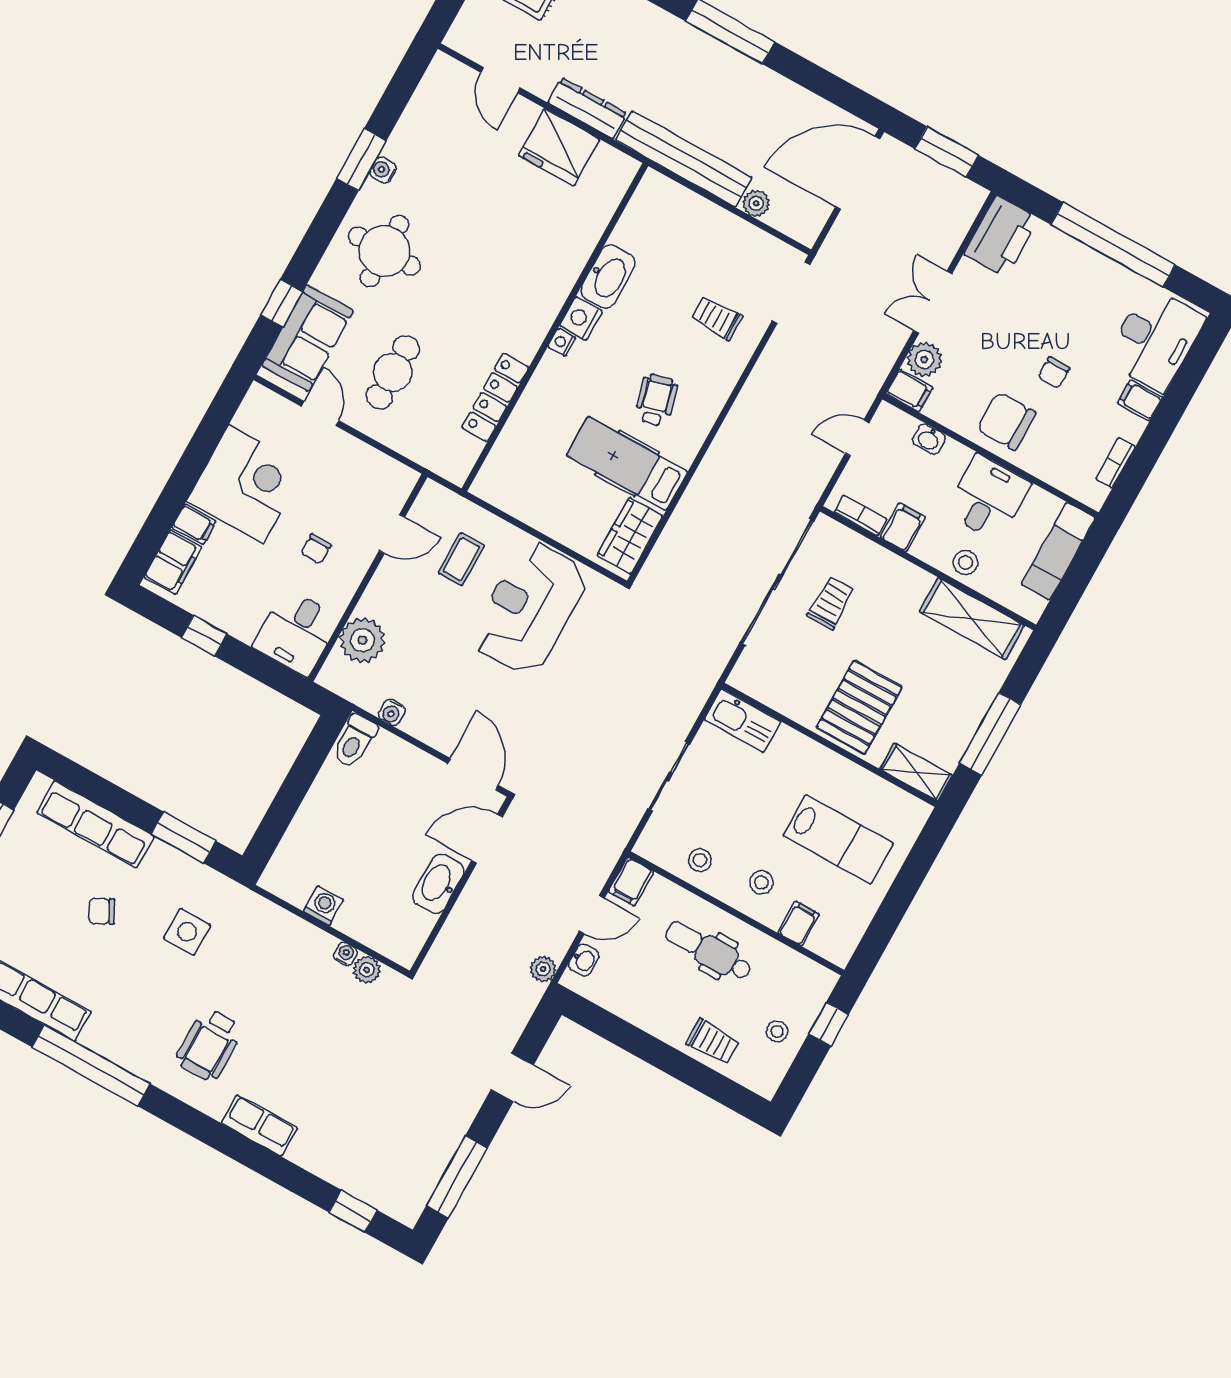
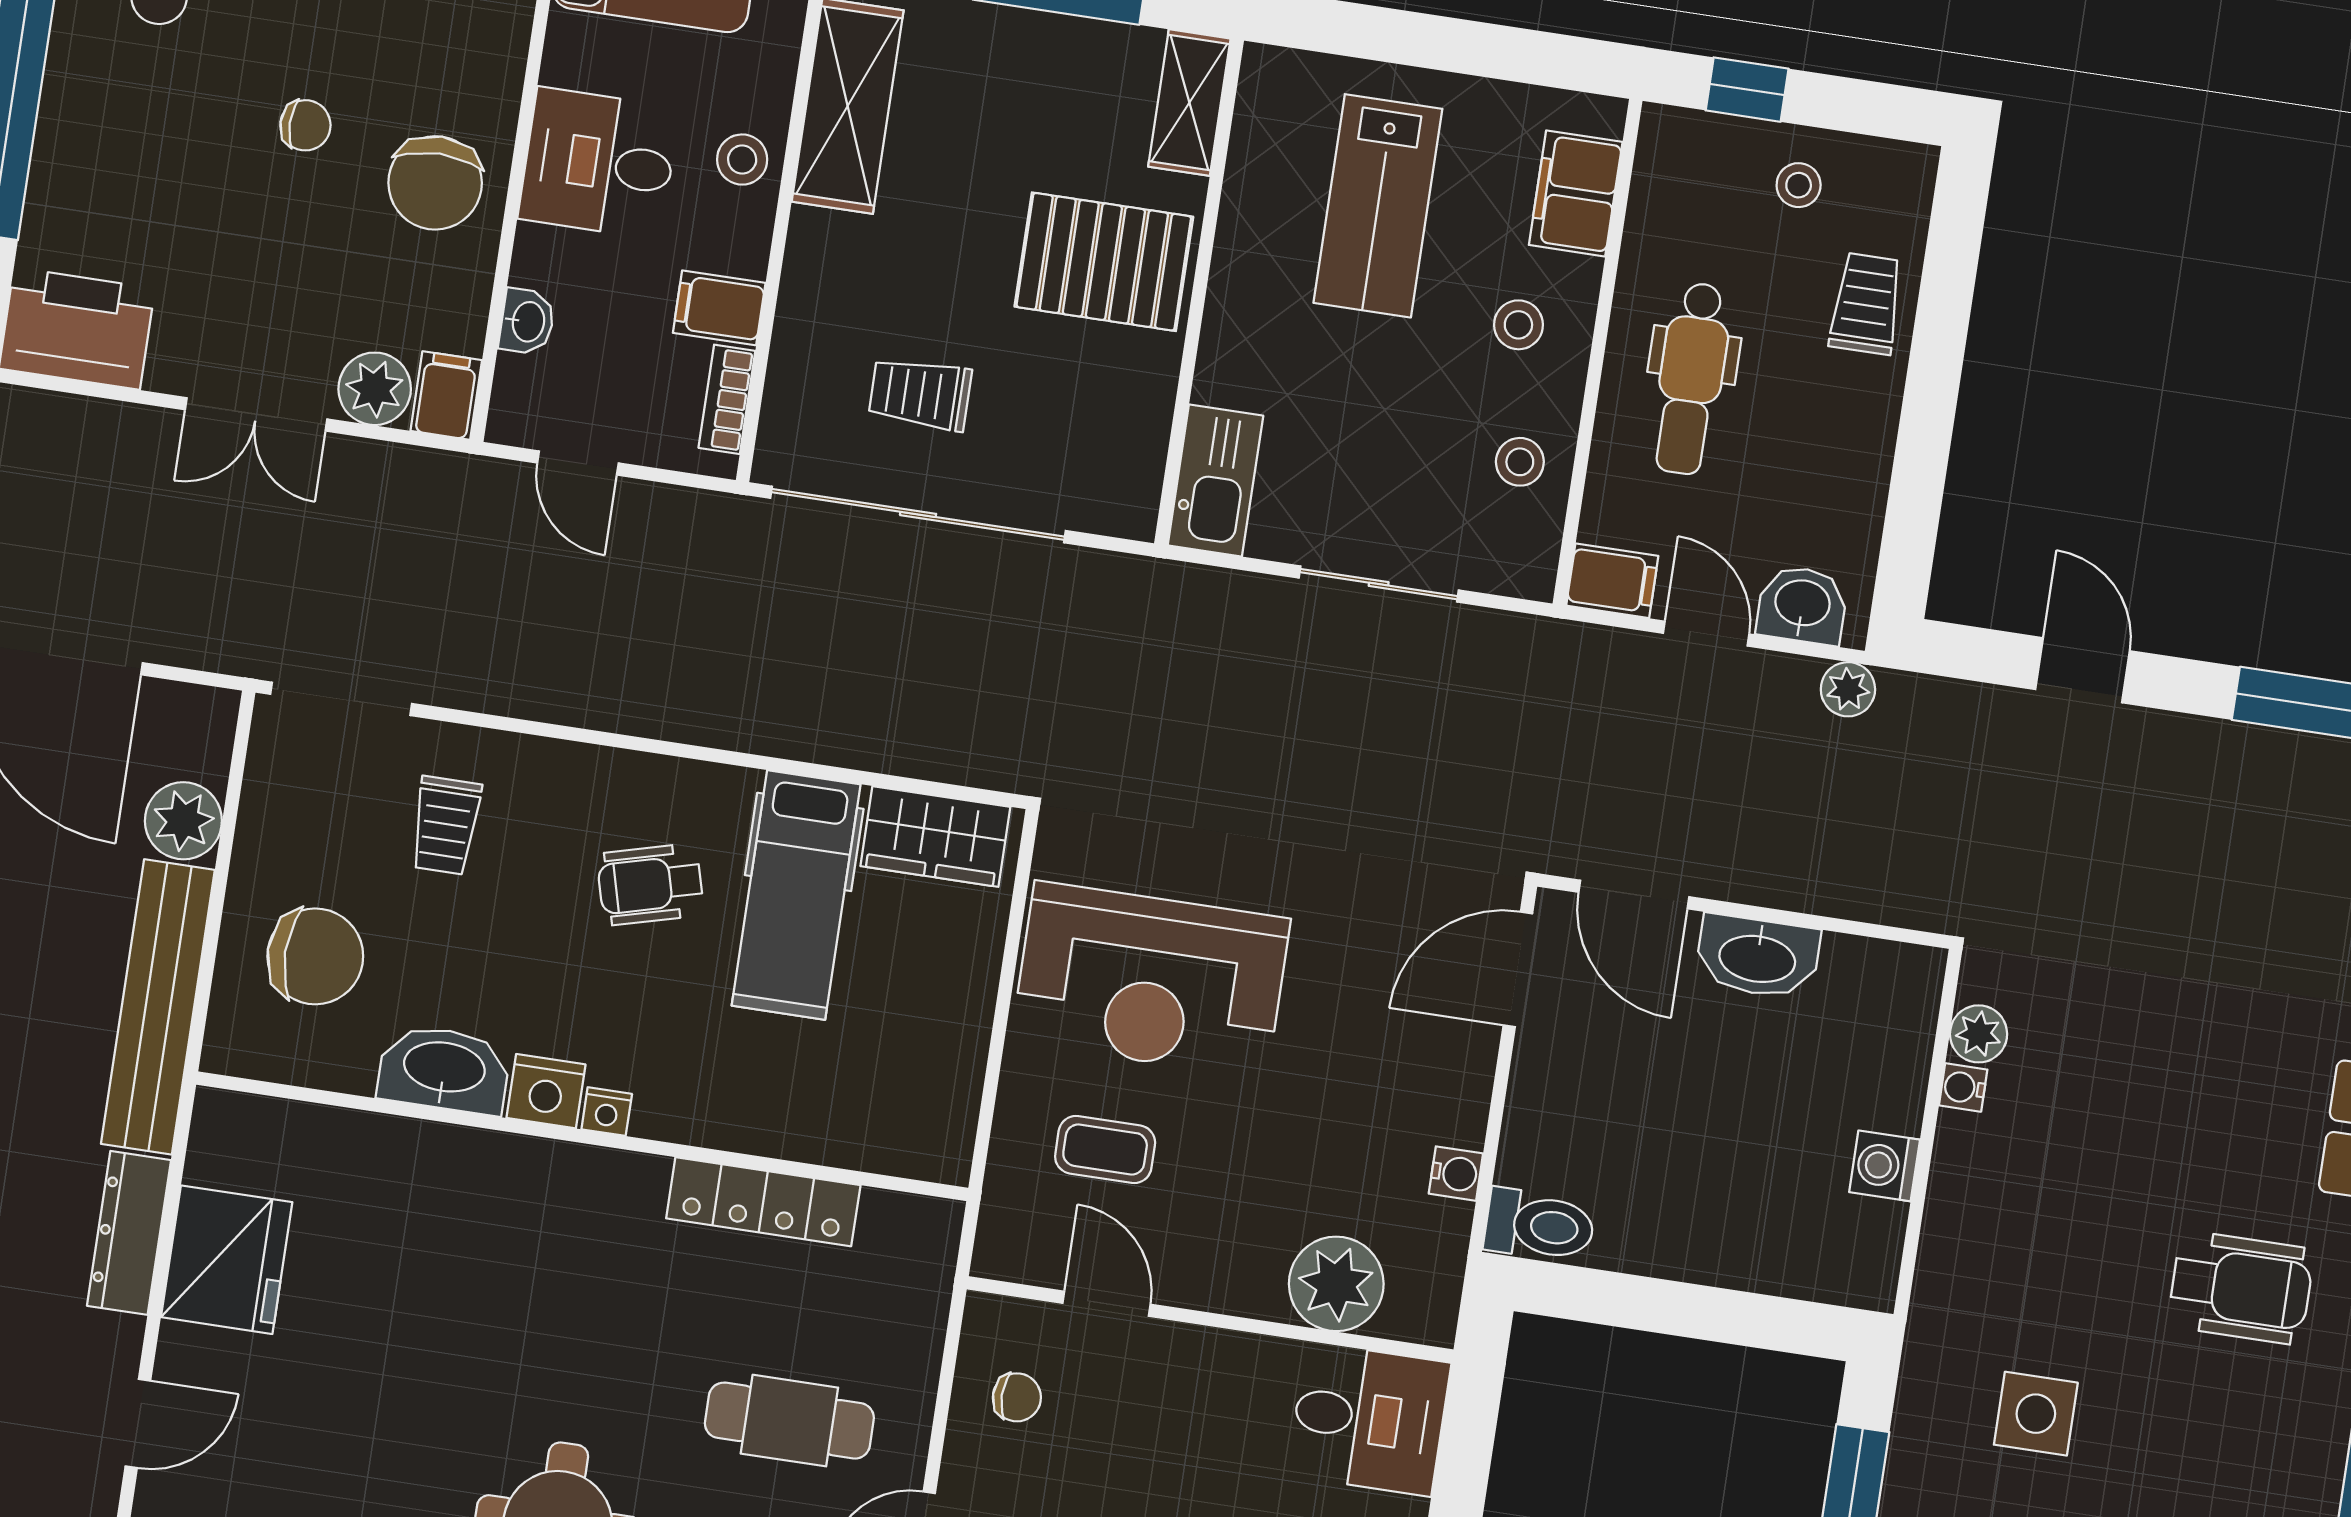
plant: (756, 203) -> (183, 821), width x1.38, depth x1.38
chair: (680, 238) -> (315, 956), added
chair: (316, 549) -> (1017, 1397), moved
lab bench: (838, 839) -> (1378, 206), turned 180
filing cabinet: (799, 923) -> (1576, 193), width x2.00
washbasin: (584, 960) -> (1802, 605), width x1.38, depth x1.45

